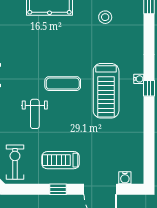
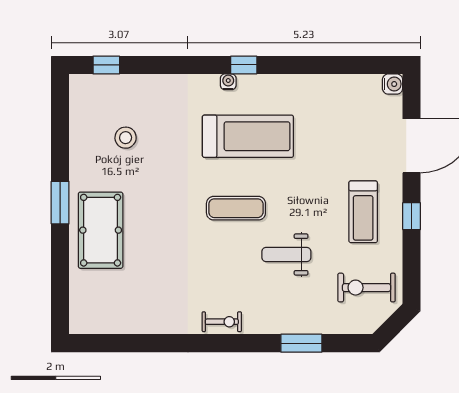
exercise mat: (63, 84) -> (236, 208), turned 90
weight bench: (35, 114) -> (286, 255), turned 180
water cooler: (125, 178) -> (393, 84), moved

